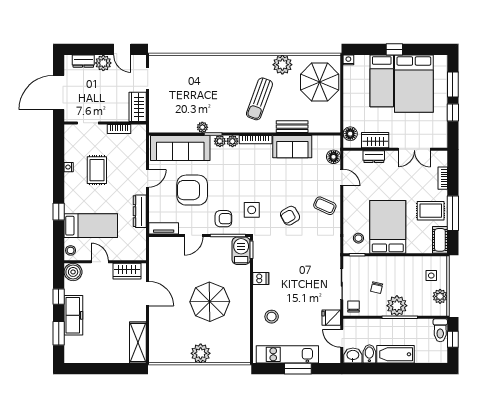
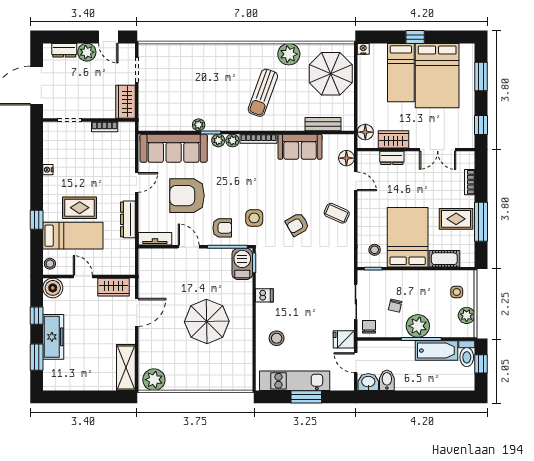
window: (453, 112) -> (481, 125), moved
bench: (292, 127) -> (323, 124), moved
rug: (97, 170) -> (80, 208), moved, turned 90
door: (194, 235) -> (189, 247), swing flipped
cot: (440, 240) -> (444, 259), moved, turned 90
door: (148, 294) -> (137, 312), hinge flipped
plant: (201, 353) -> (154, 380), moved
bathtub: (395, 354) -> (437, 351), moved, turned 180

